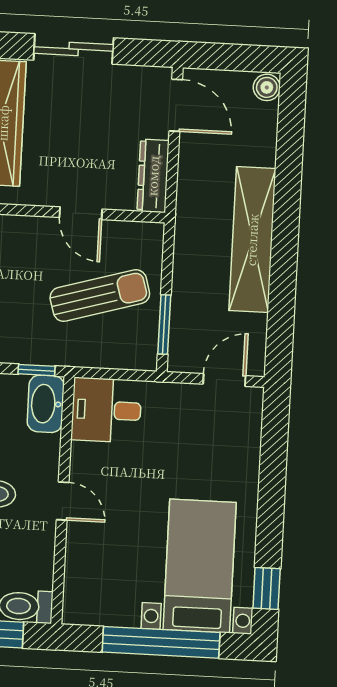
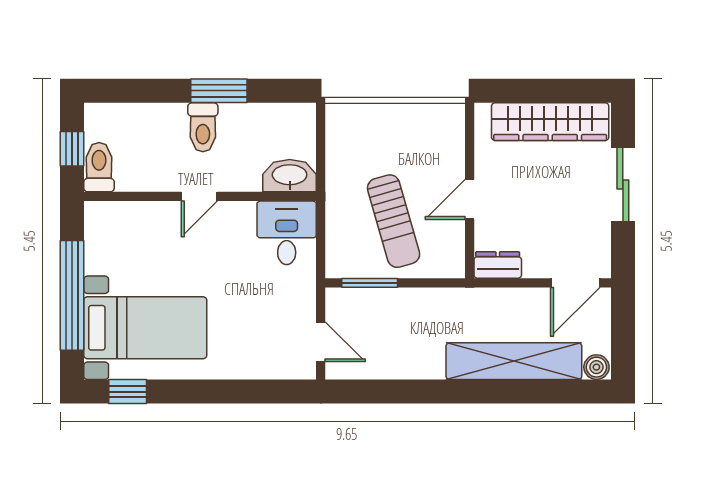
dresser: (153, 176) -> (498, 265), width x0.70
shelving: (252, 240) -> (514, 361), moved
window: (37, 370) -> (321, 166), removed

